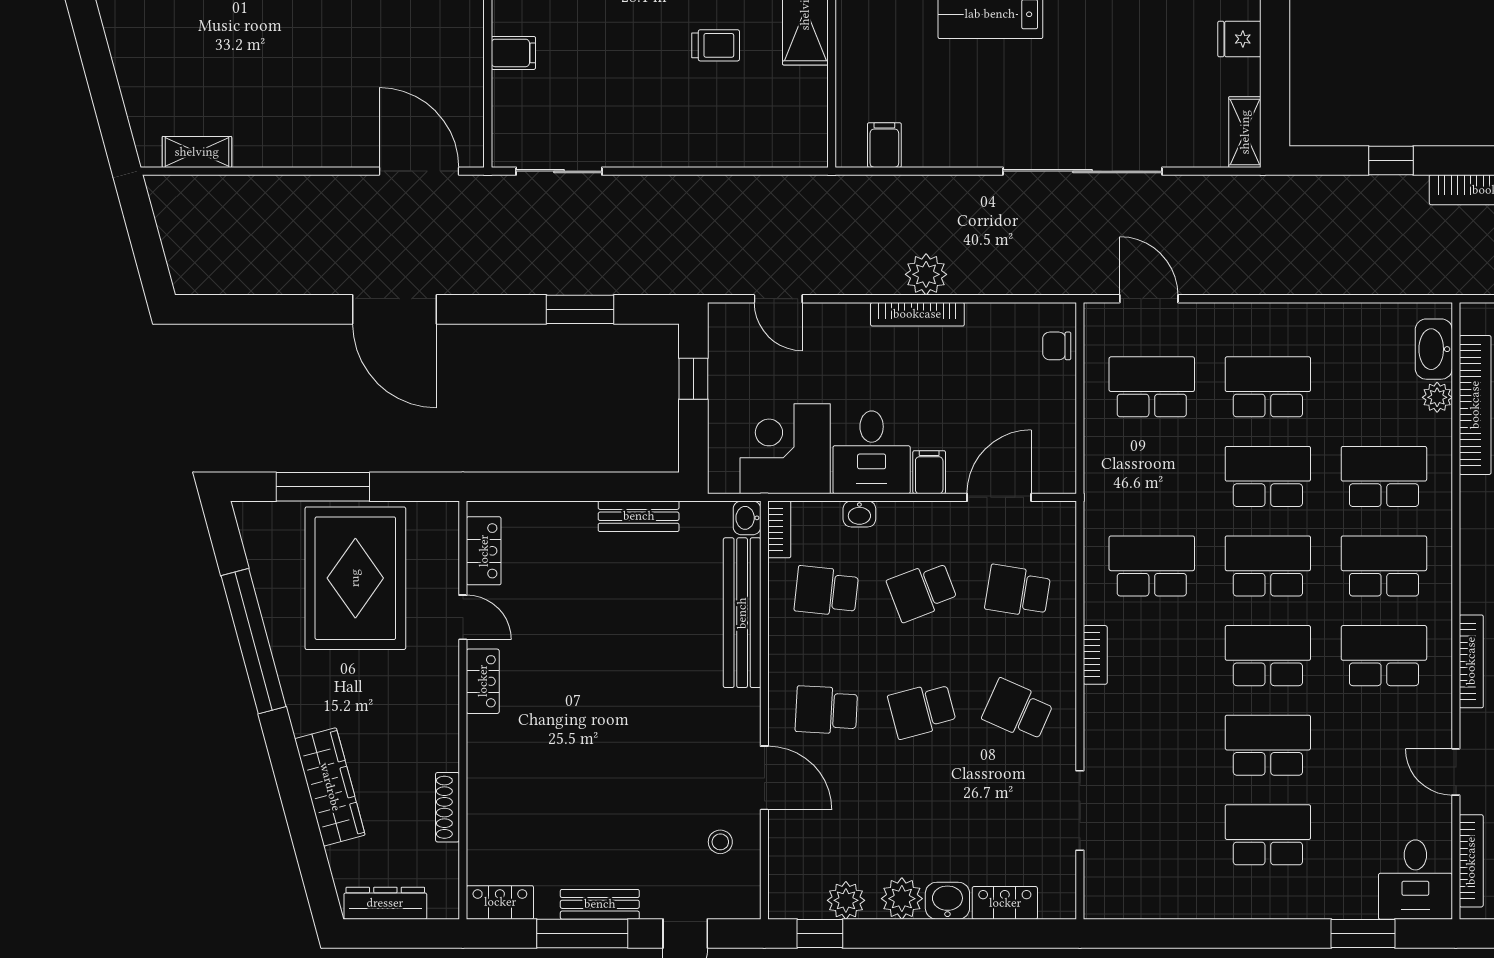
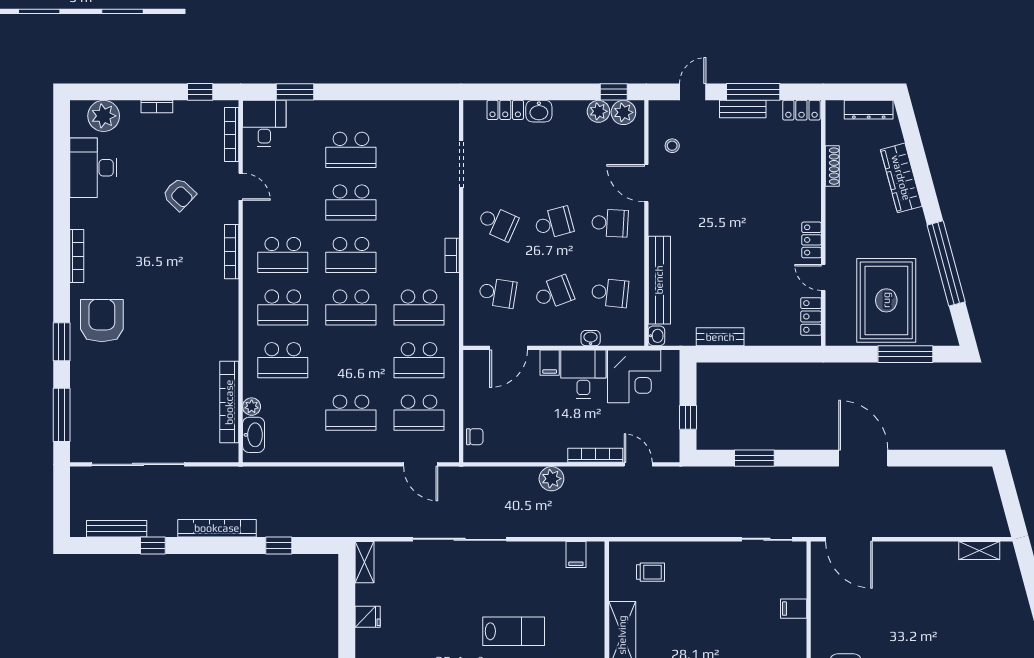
trolley: (716, 45) -> (650, 572), moved, turned 180
bookcase: (917, 314) -> (595, 455), moved
school desk: (1268, 476) -> (419, 360), moved
bookcase: (779, 529) -> (638, 329), removed
plant: (902, 899) -> (623, 112), moved

